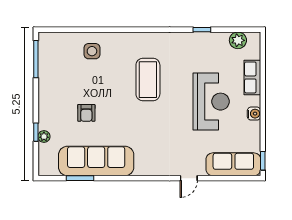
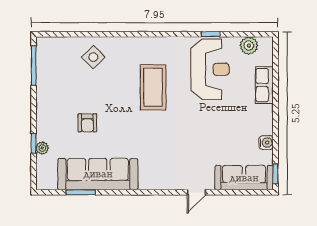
side table: (92, 51) -> (93, 57), turned 45
reception desk: (211, 102) -> (210, 69), moved
water cooler: (254, 114) -> (266, 143), moved

